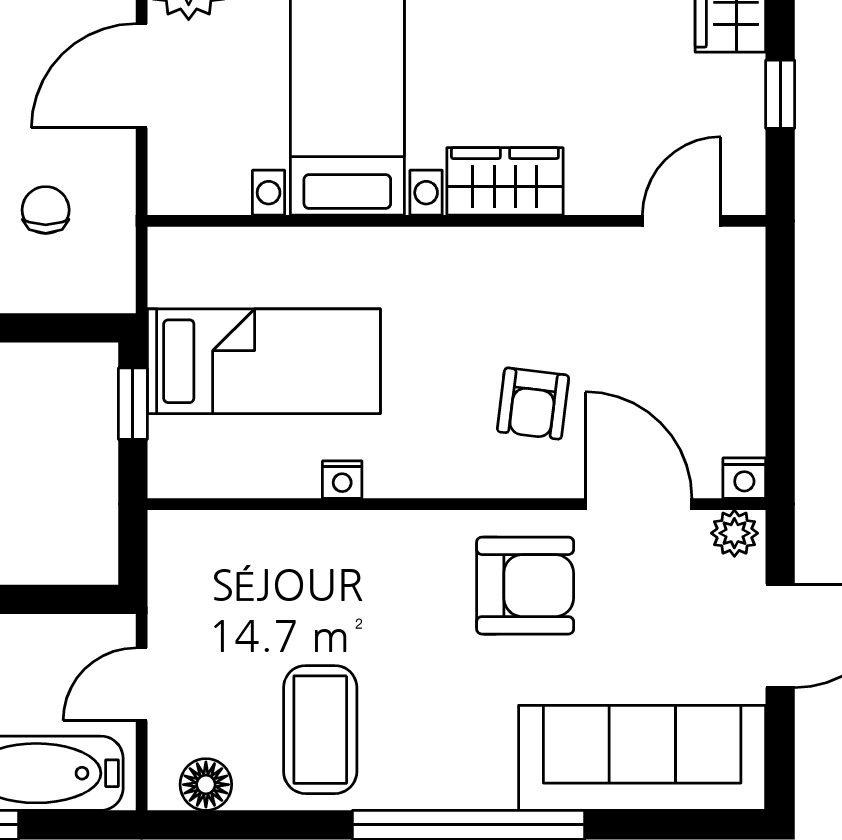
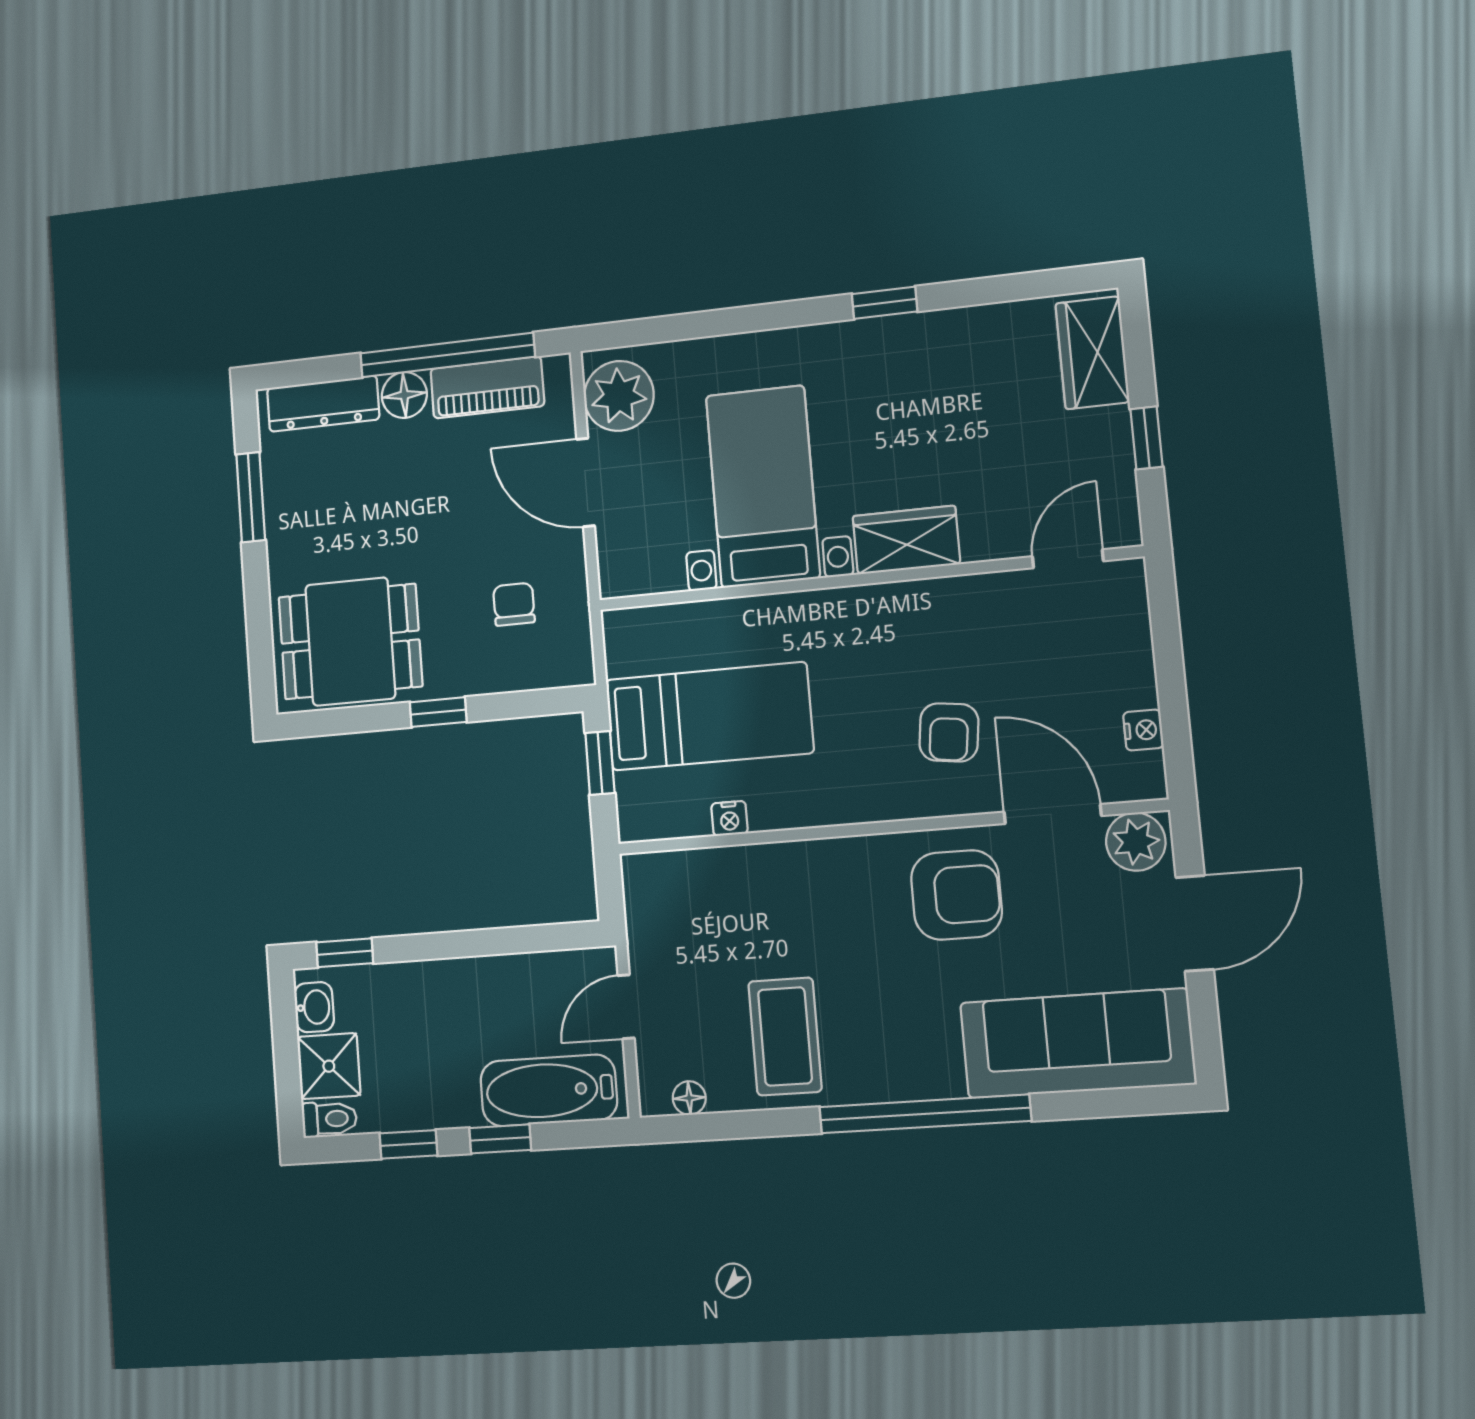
door: (142, 76) -> (586, 482), hinge flipped
nightstand: (744, 478) -> (1143, 730), moved, turned -90
nightstand: (342, 480) -> (729, 818), moved
plant: (734, 533) -> (1136, 842), width x1.38, depth x1.38
floor lamp: (206, 785) -> (689, 1098), width x0.73, depth x0.73

